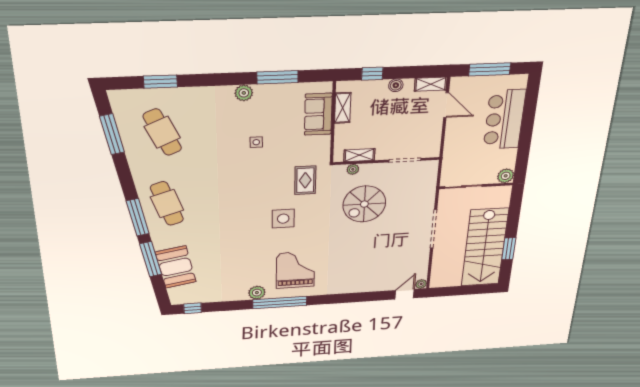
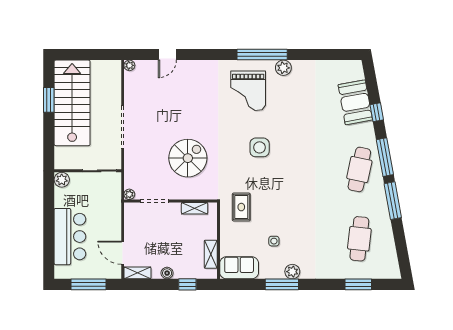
window: (277, 77) -> (282, 284), moved
sofa: (318, 114) -> (239, 268), moved, turned -90
cafe table: (162, 132) -> (359, 239), turned 30
window: (112, 134) -> (393, 201), moved
side table: (256, 142) -> (274, 241), moved
plant: (353, 169) -> (129, 194), moved
rug: (305, 180) -> (241, 207), moved
cafe table: (167, 204) -> (359, 169), turned 30
window: (151, 259) -> (377, 112), width x0.46
door: (405, 294) -> (167, 55), moved
window: (193, 308) -> (342, 55), removed

